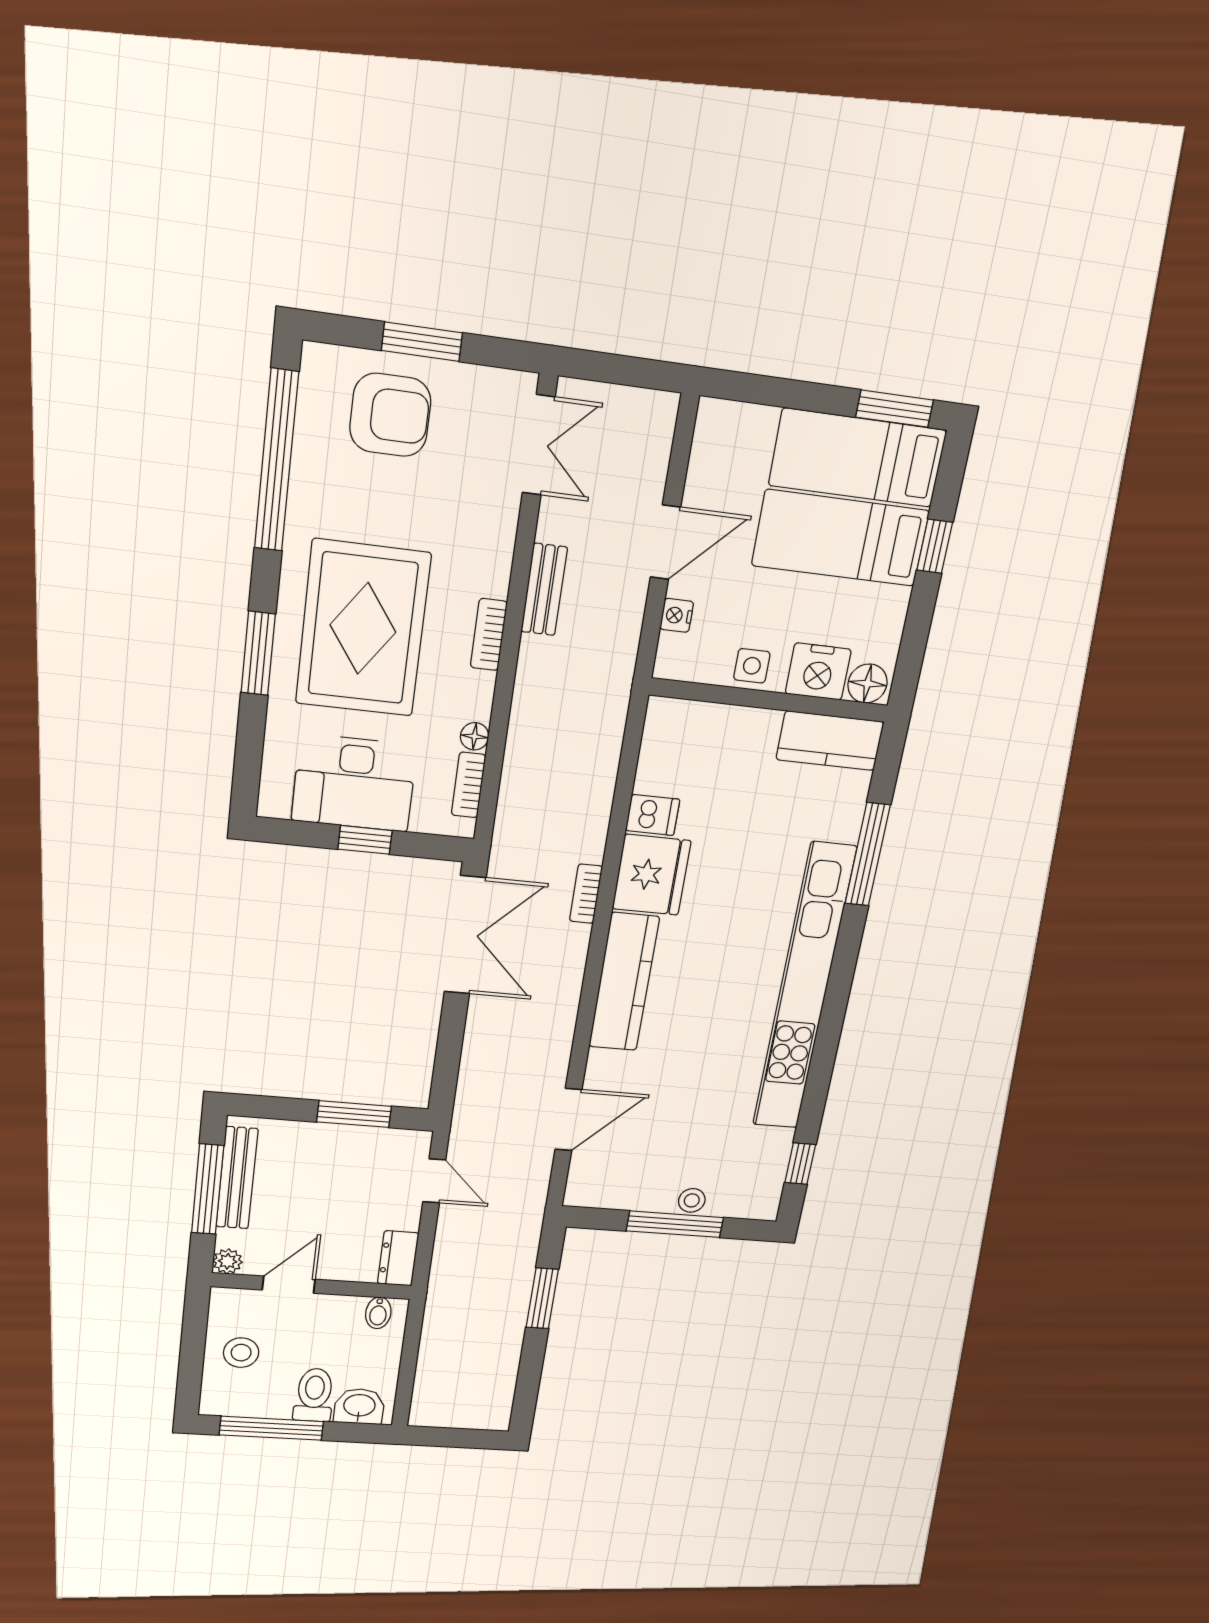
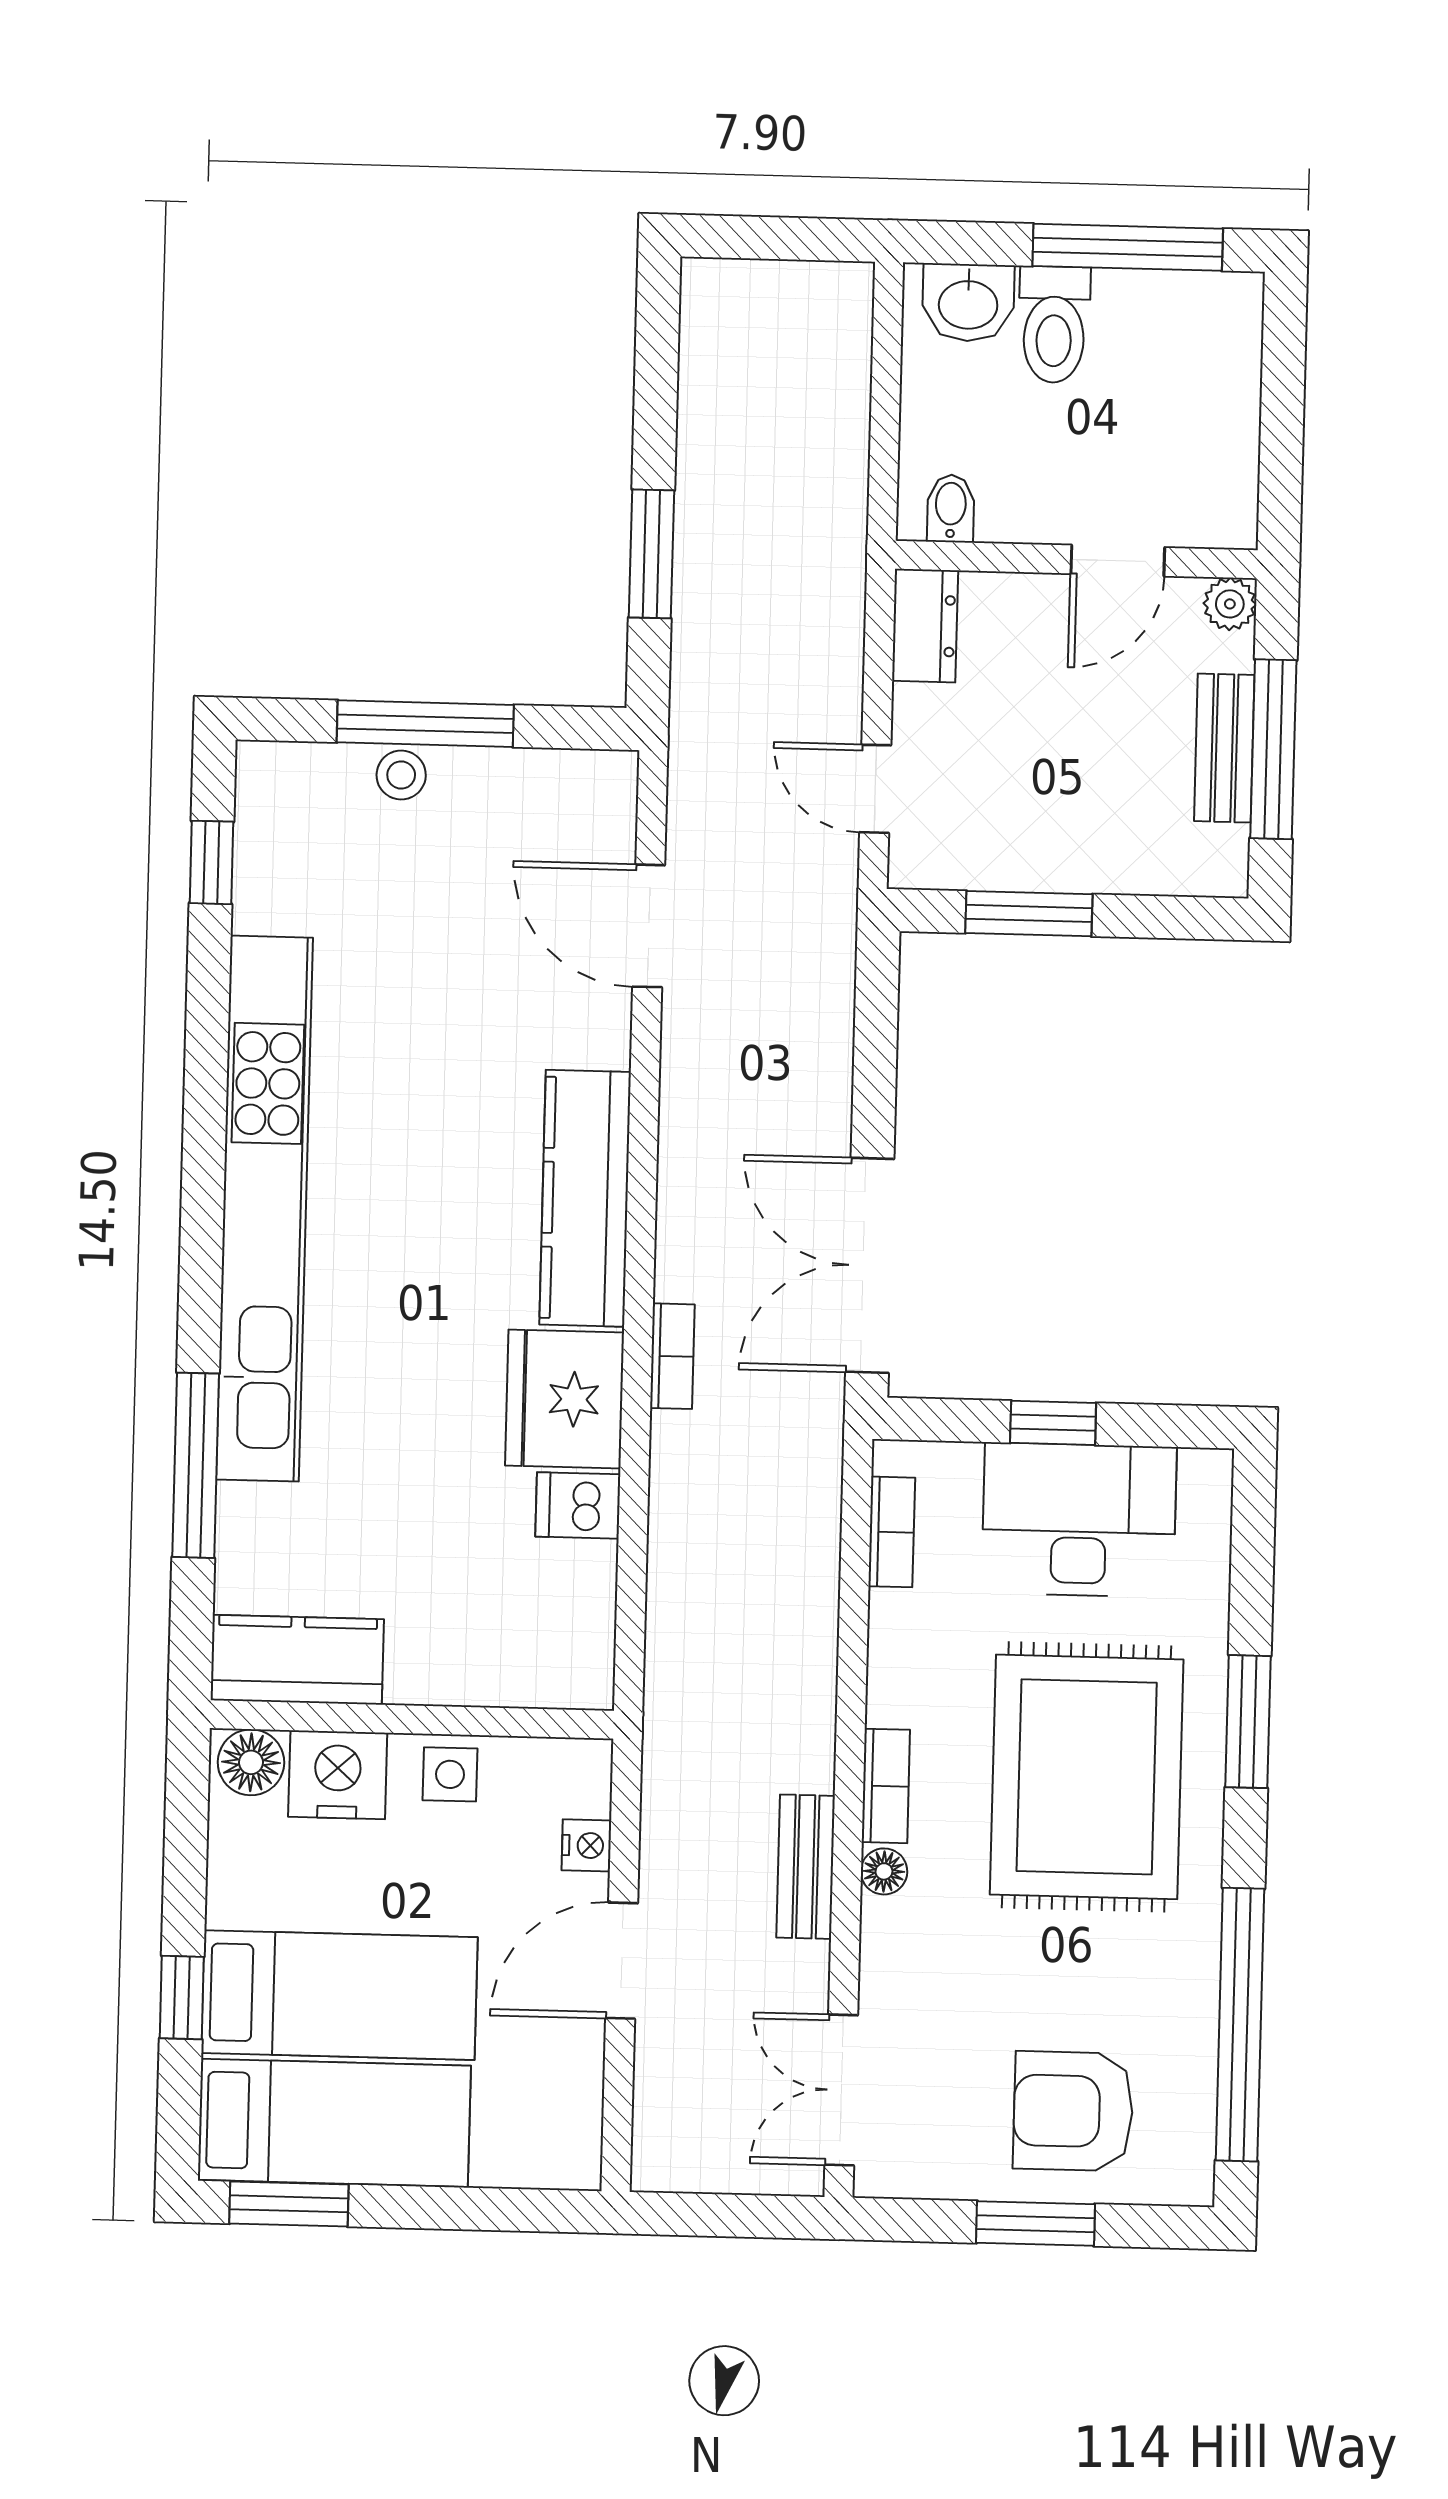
floor lamp: (475, 736) -> (884, 1871), moved
door: (568, 1120) -> (649, 926), hinge flipped
bench: (237, 1178) -> (1224, 748), width x0.73
stool: (241, 1353) -> (1194, 412), removed

